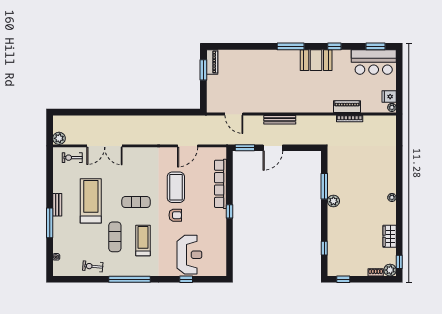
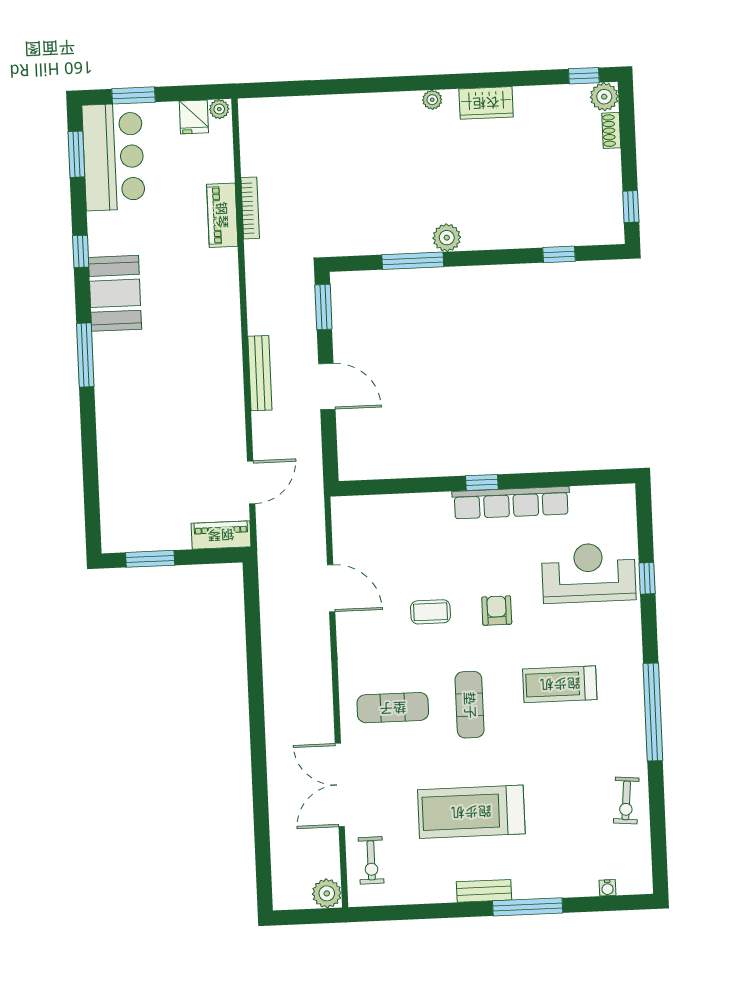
piano: (212, 62) -> (221, 535), moved
window: (399, 71) -> (134, 95), added
double door: (105, 146) -> (340, 785), swing flipped
window: (245, 148) -> (323, 307), moved
row of seats: (220, 184) -> (511, 503), moved
coffee table: (176, 187) -> (430, 612), width x0.54, depth x0.58
wardrobe: (390, 236) -> (486, 103), moved
exercise mat: (115, 237) -> (393, 708), moved

